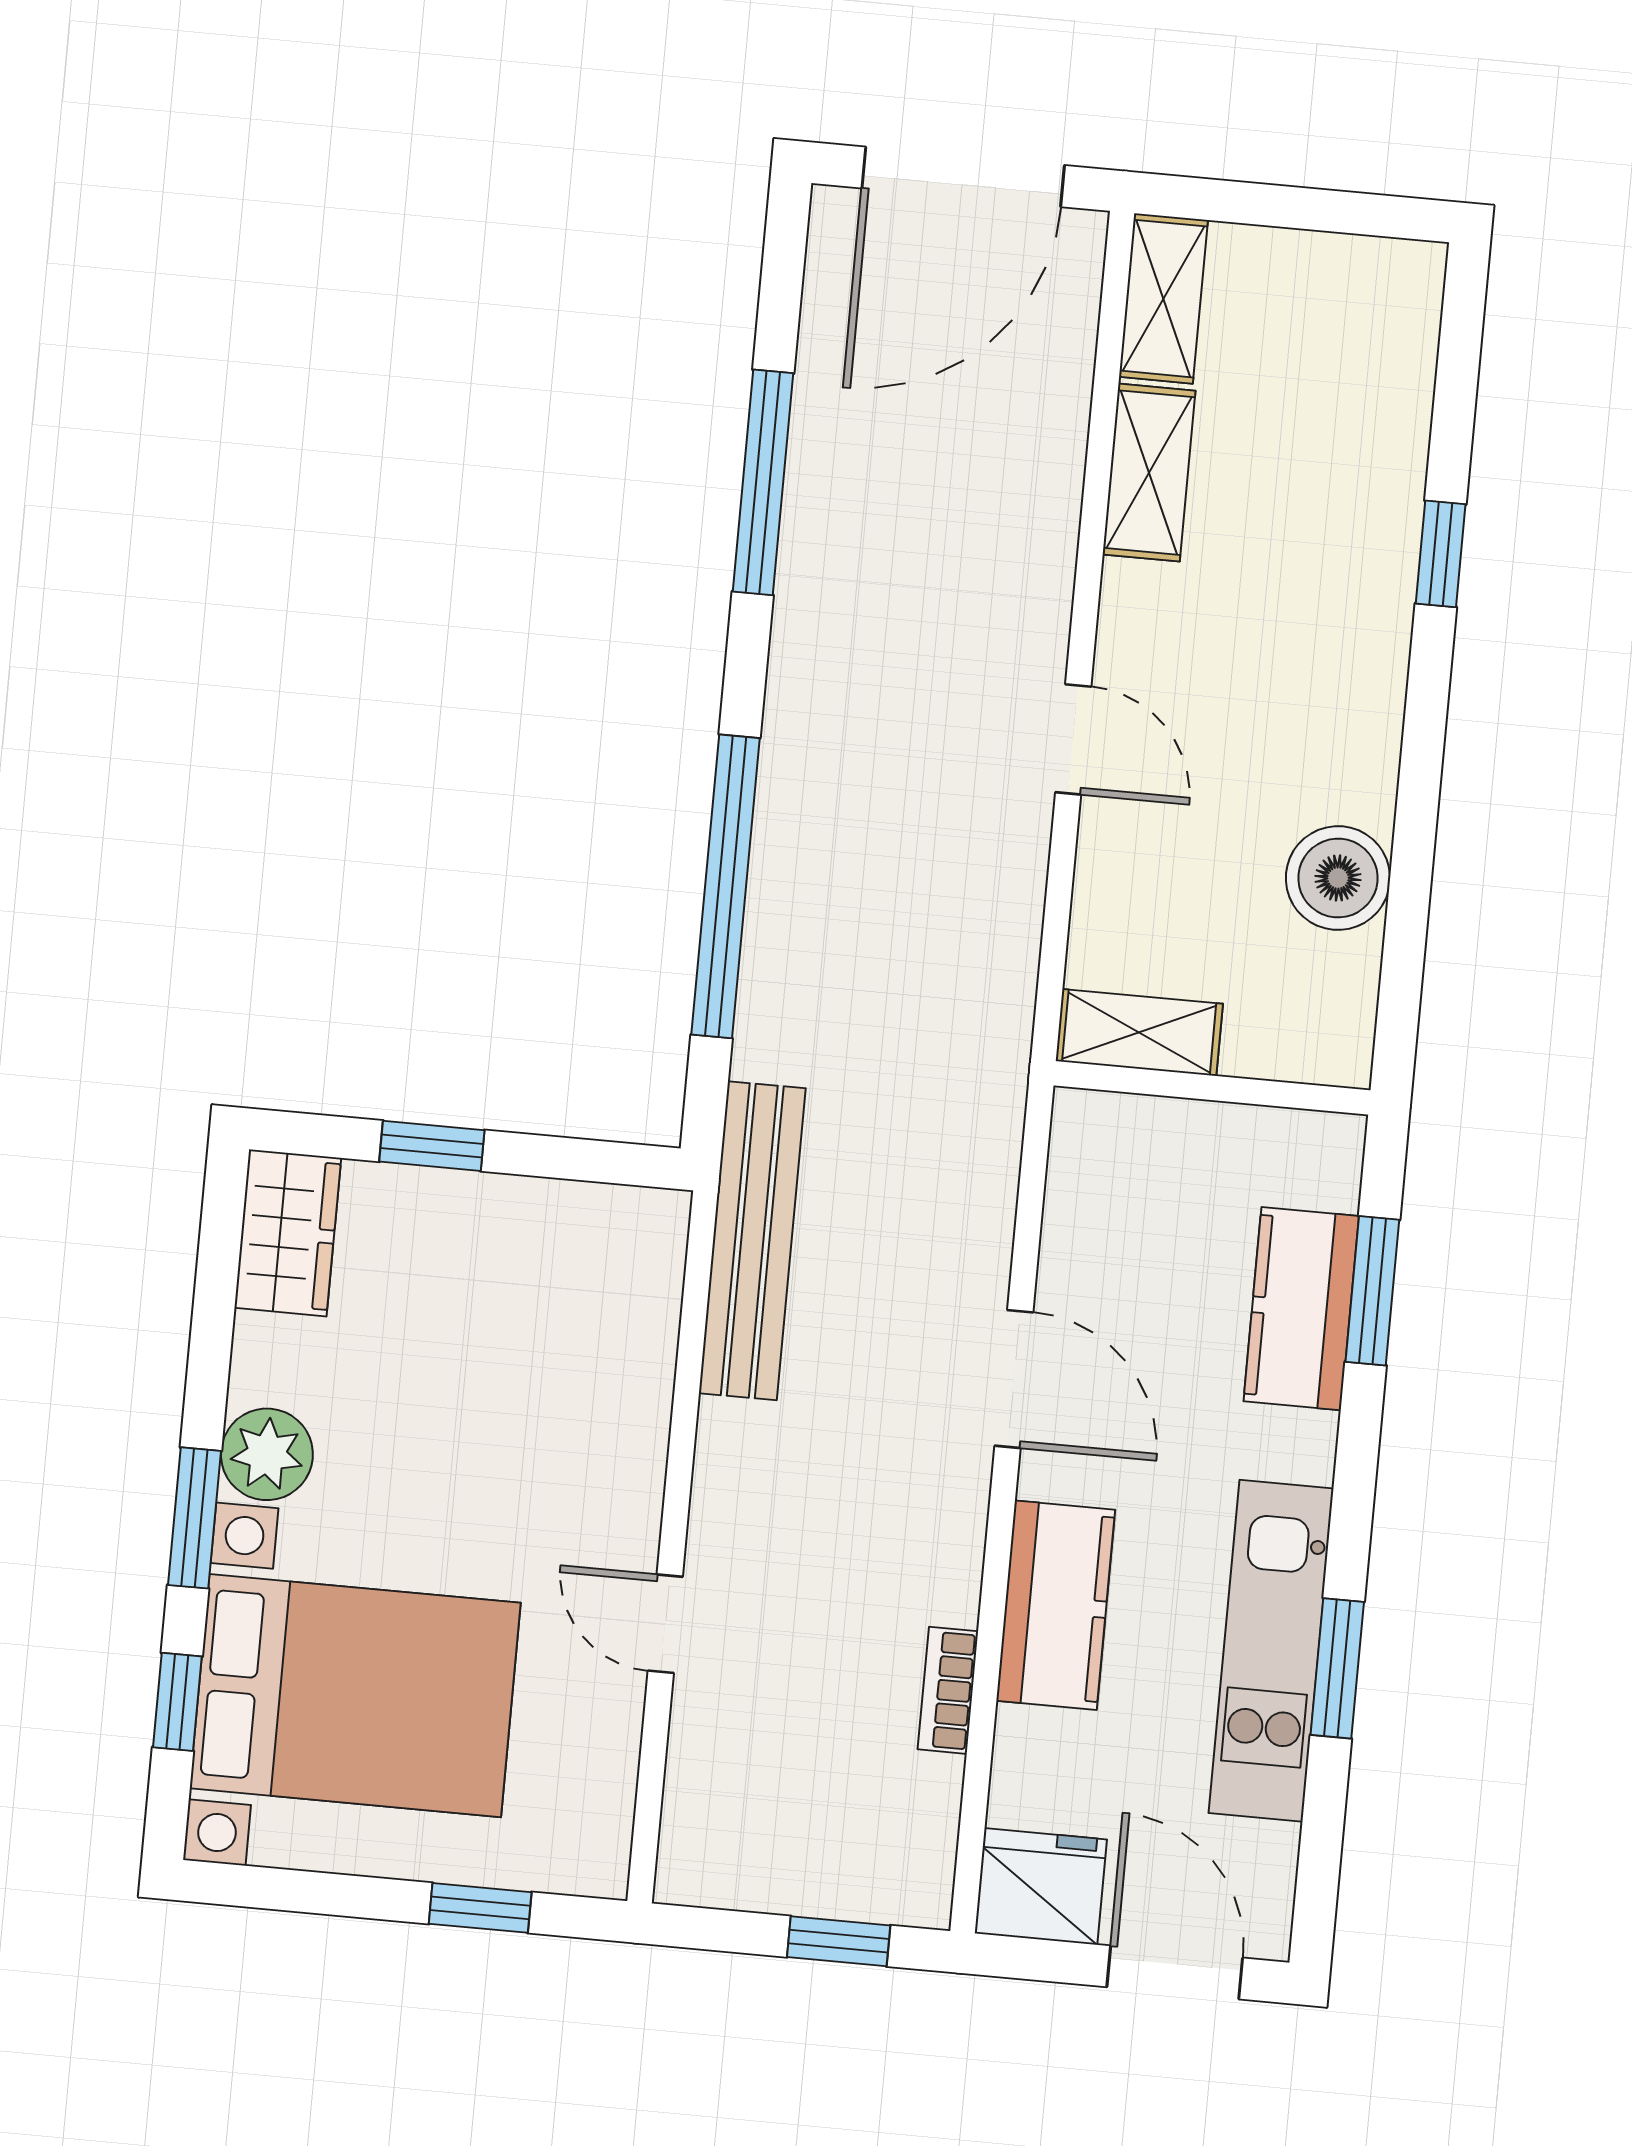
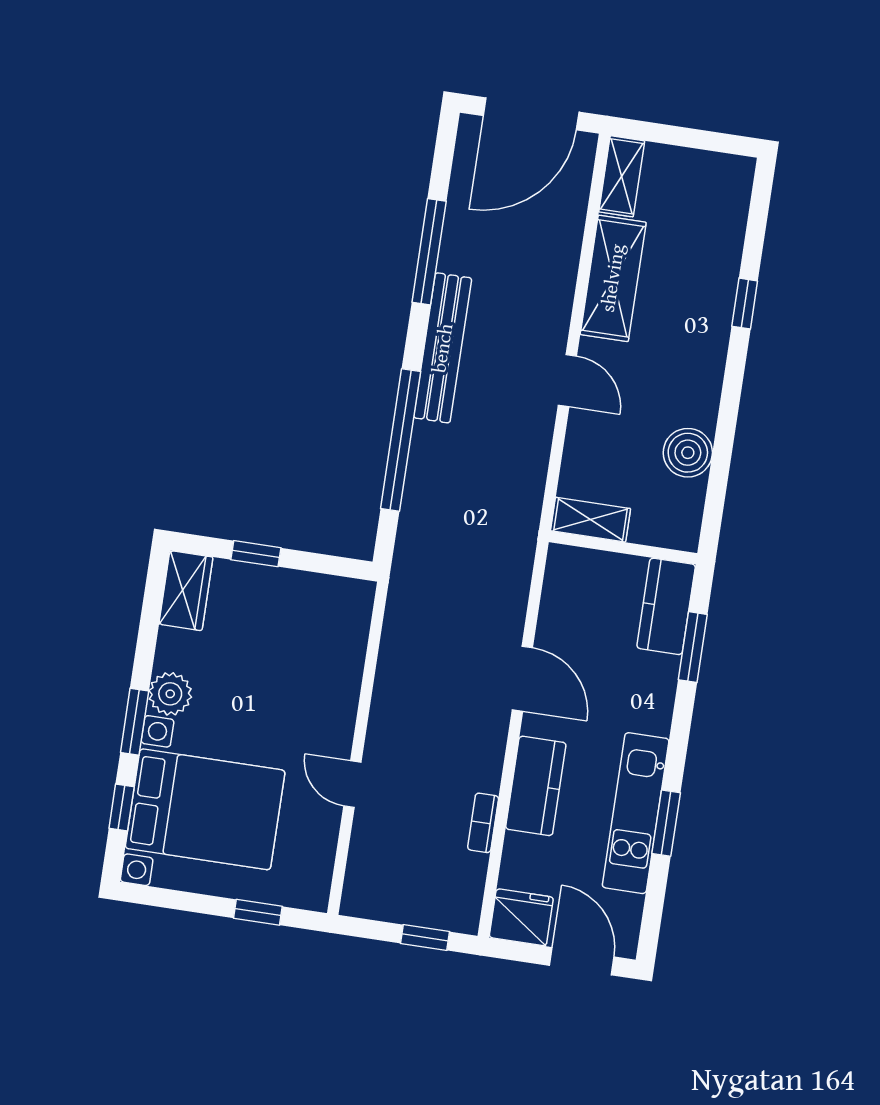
shelving: (1149, 473) -> (613, 278), width x1.50, depth x1.33
bench: (752, 1241) -> (443, 348), moved
kitchen counter: (1301, 1309) -> (666, 606), moved

